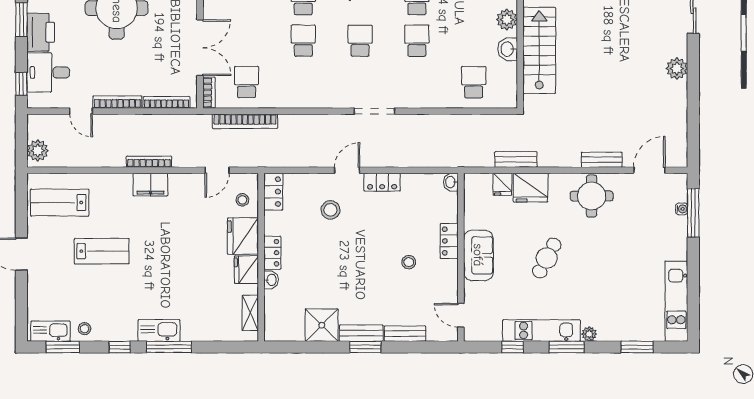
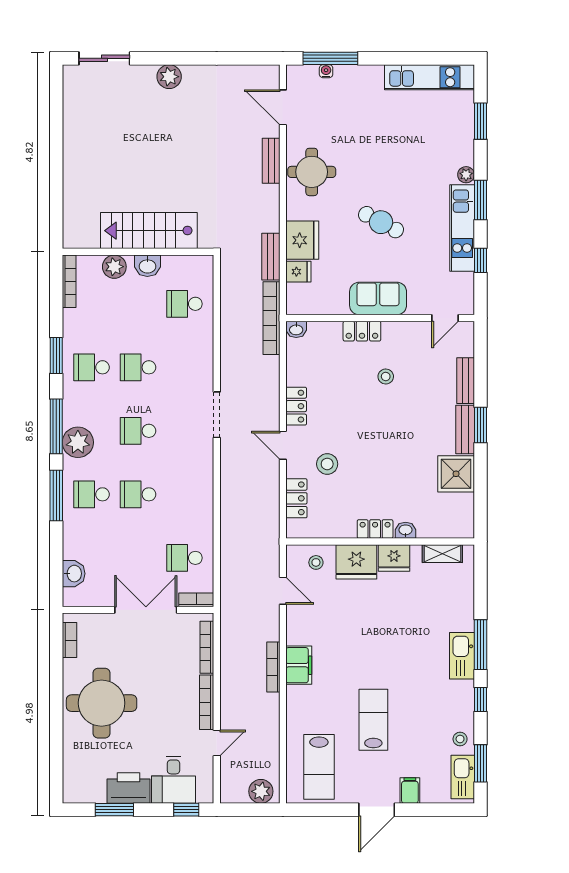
bookcase: (245, 121) -> (272, 318), moved, turned 180
locker: (273, 192) -> (296, 498), moved, turned 90
filing cabinet: (38, 284) -> (410, 790), added

